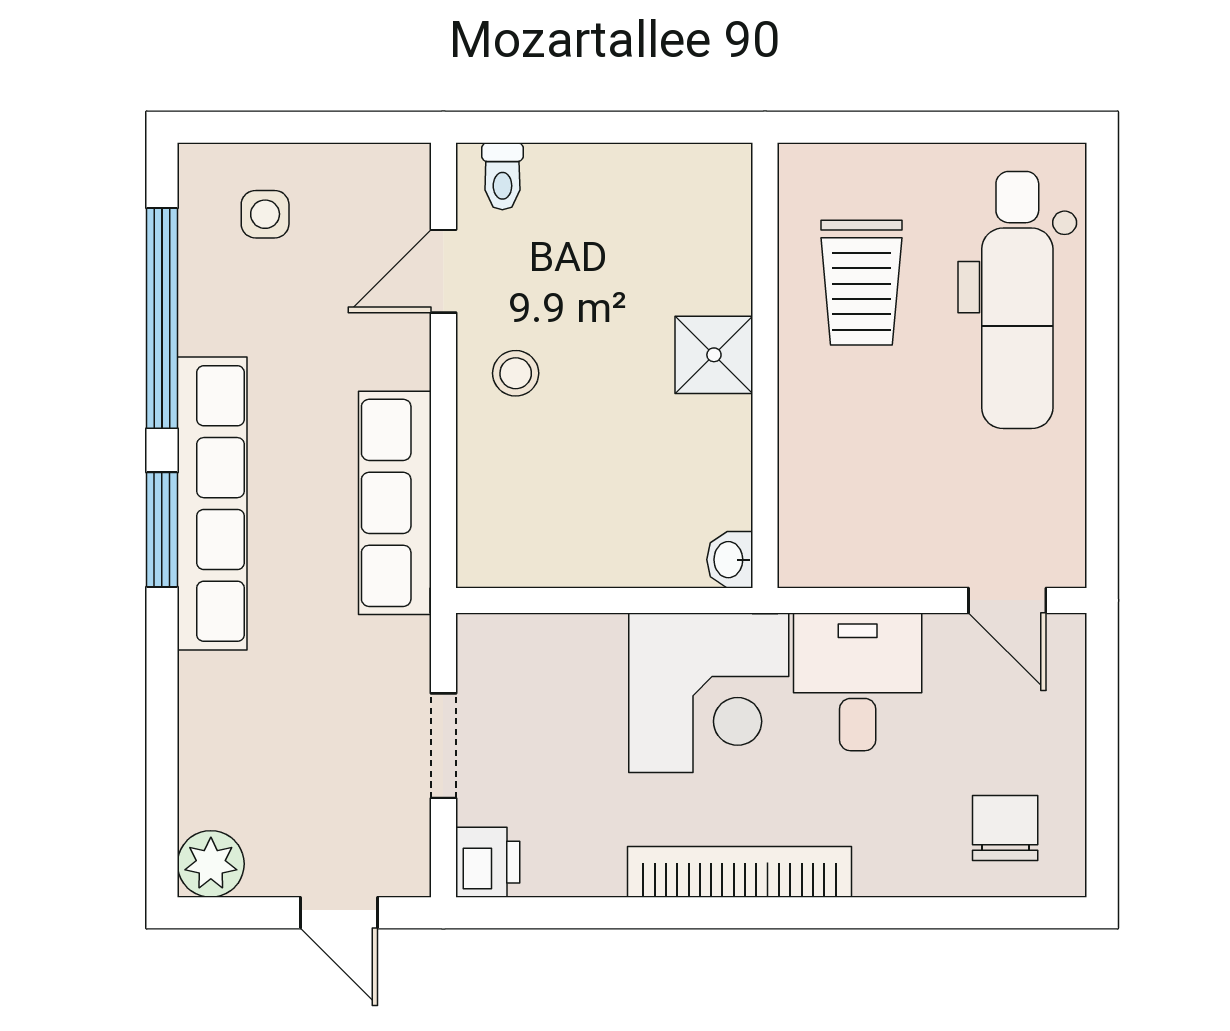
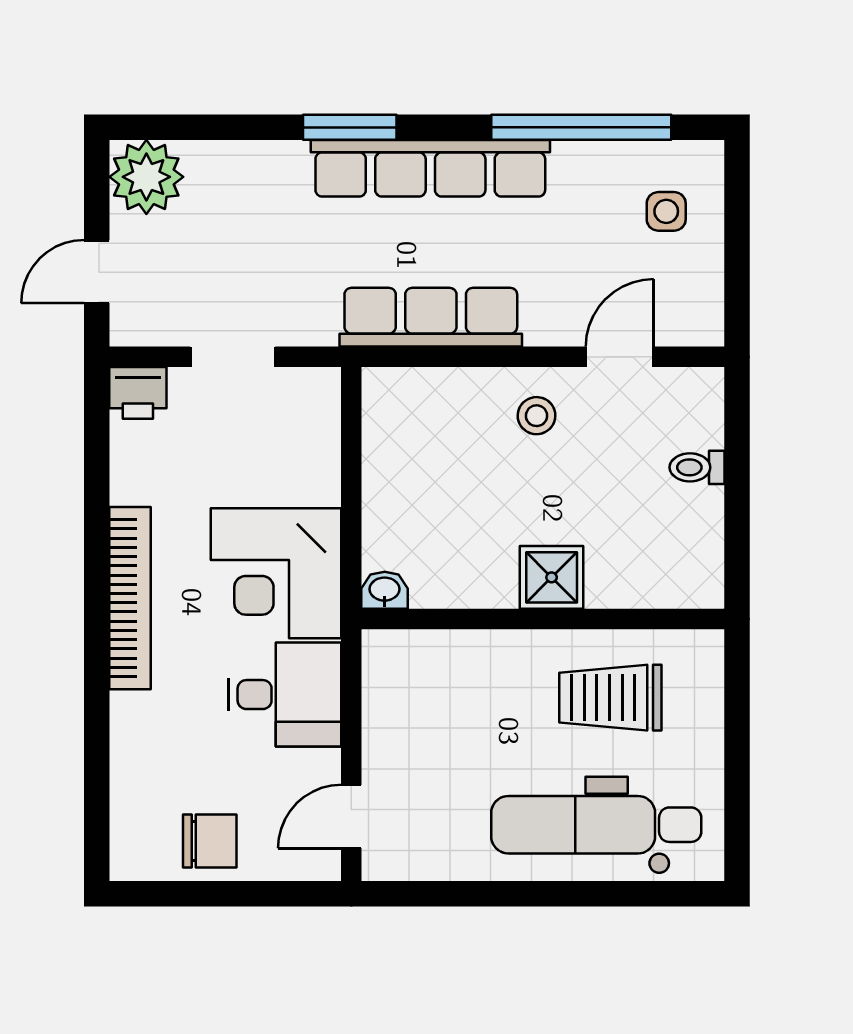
toilet: (502, 176) -> (697, 467), moved
door: (443, 271) -> (620, 357), hinge flipped
window: (162, 530) -> (350, 127), moved
chair: (1005, 828) -> (210, 841), moved
plant: (211, 864) -> (146, 177), width x1.36, depth x1.36

